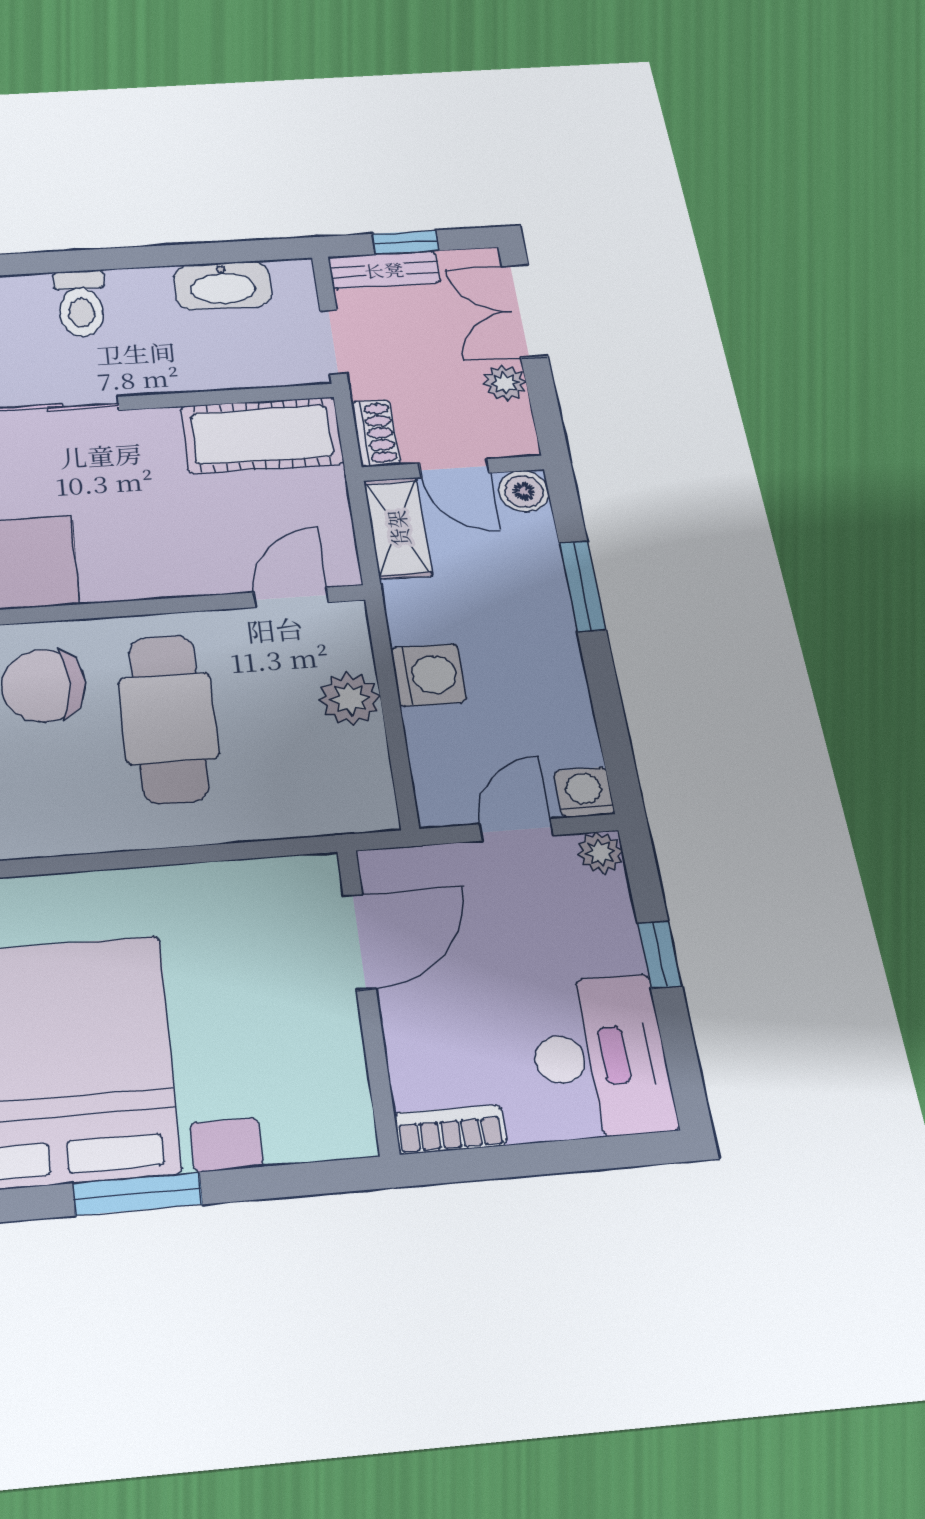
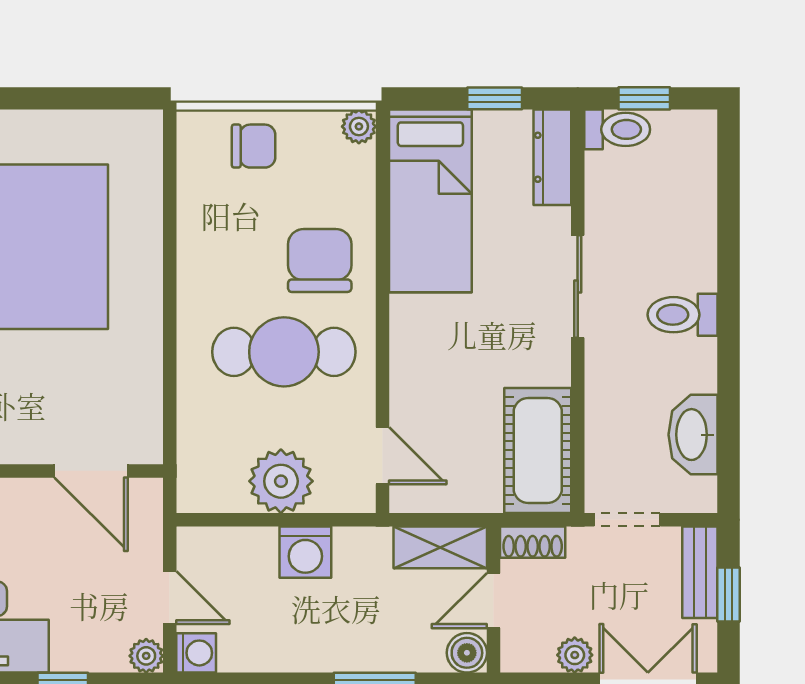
plant: (350, 699) -> (281, 481), width x1.36, depth x1.36

